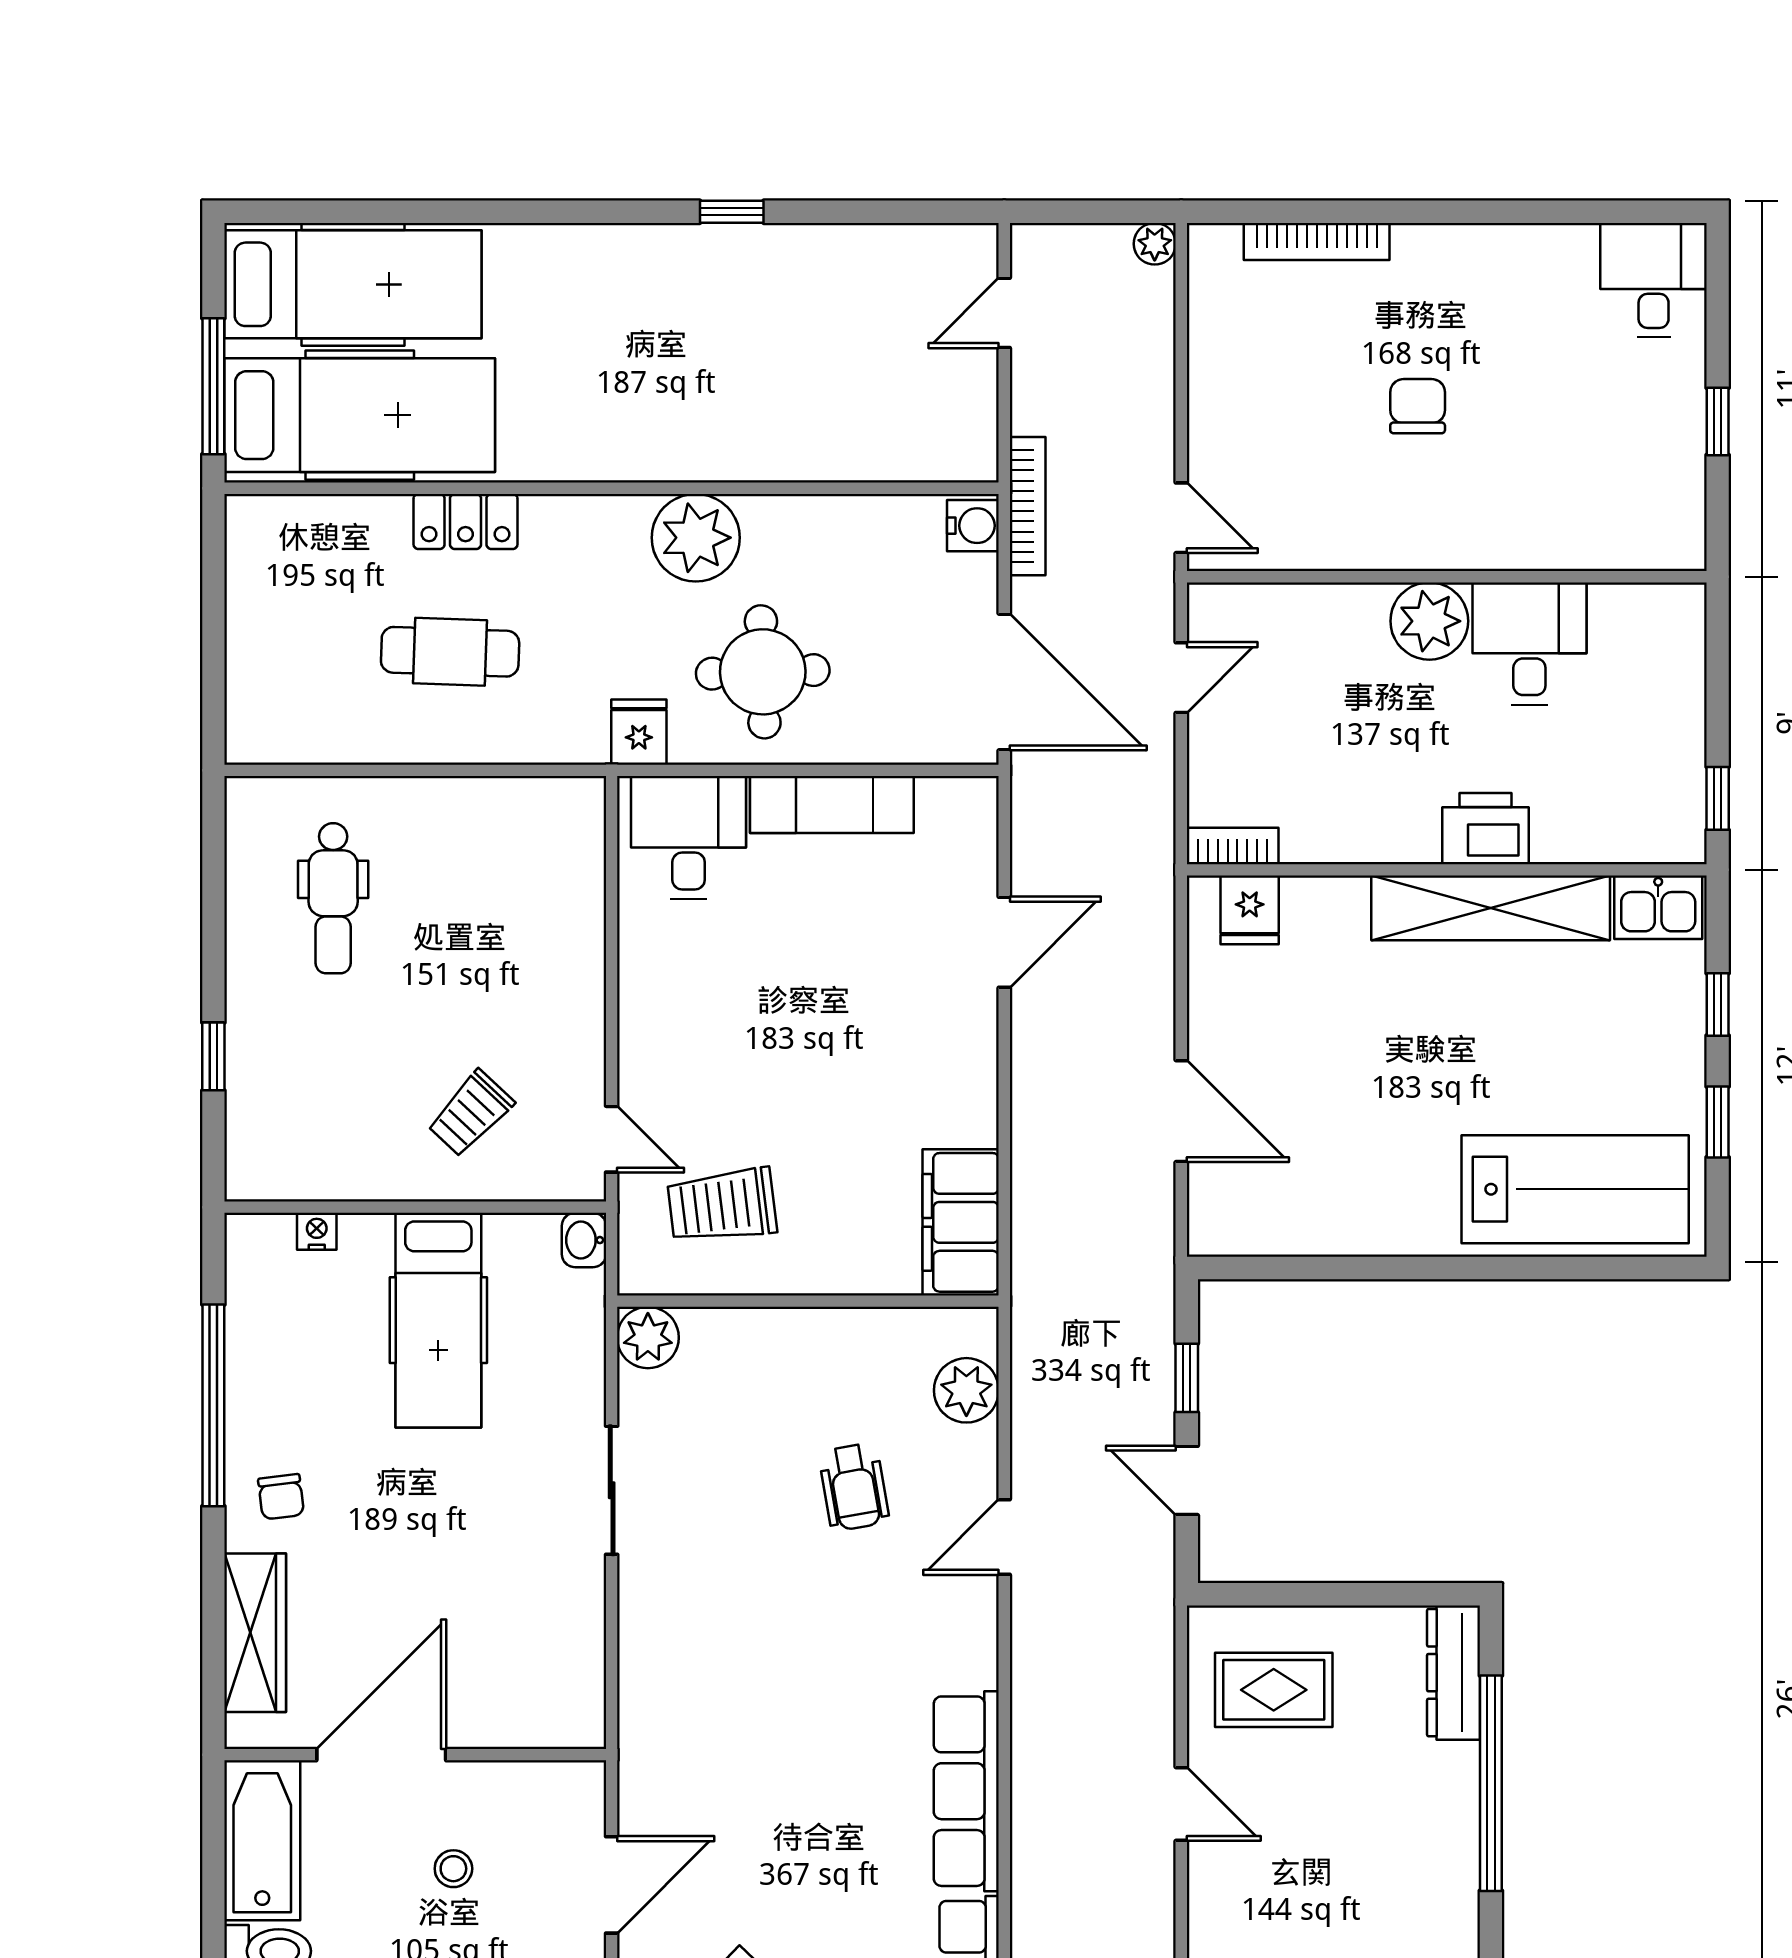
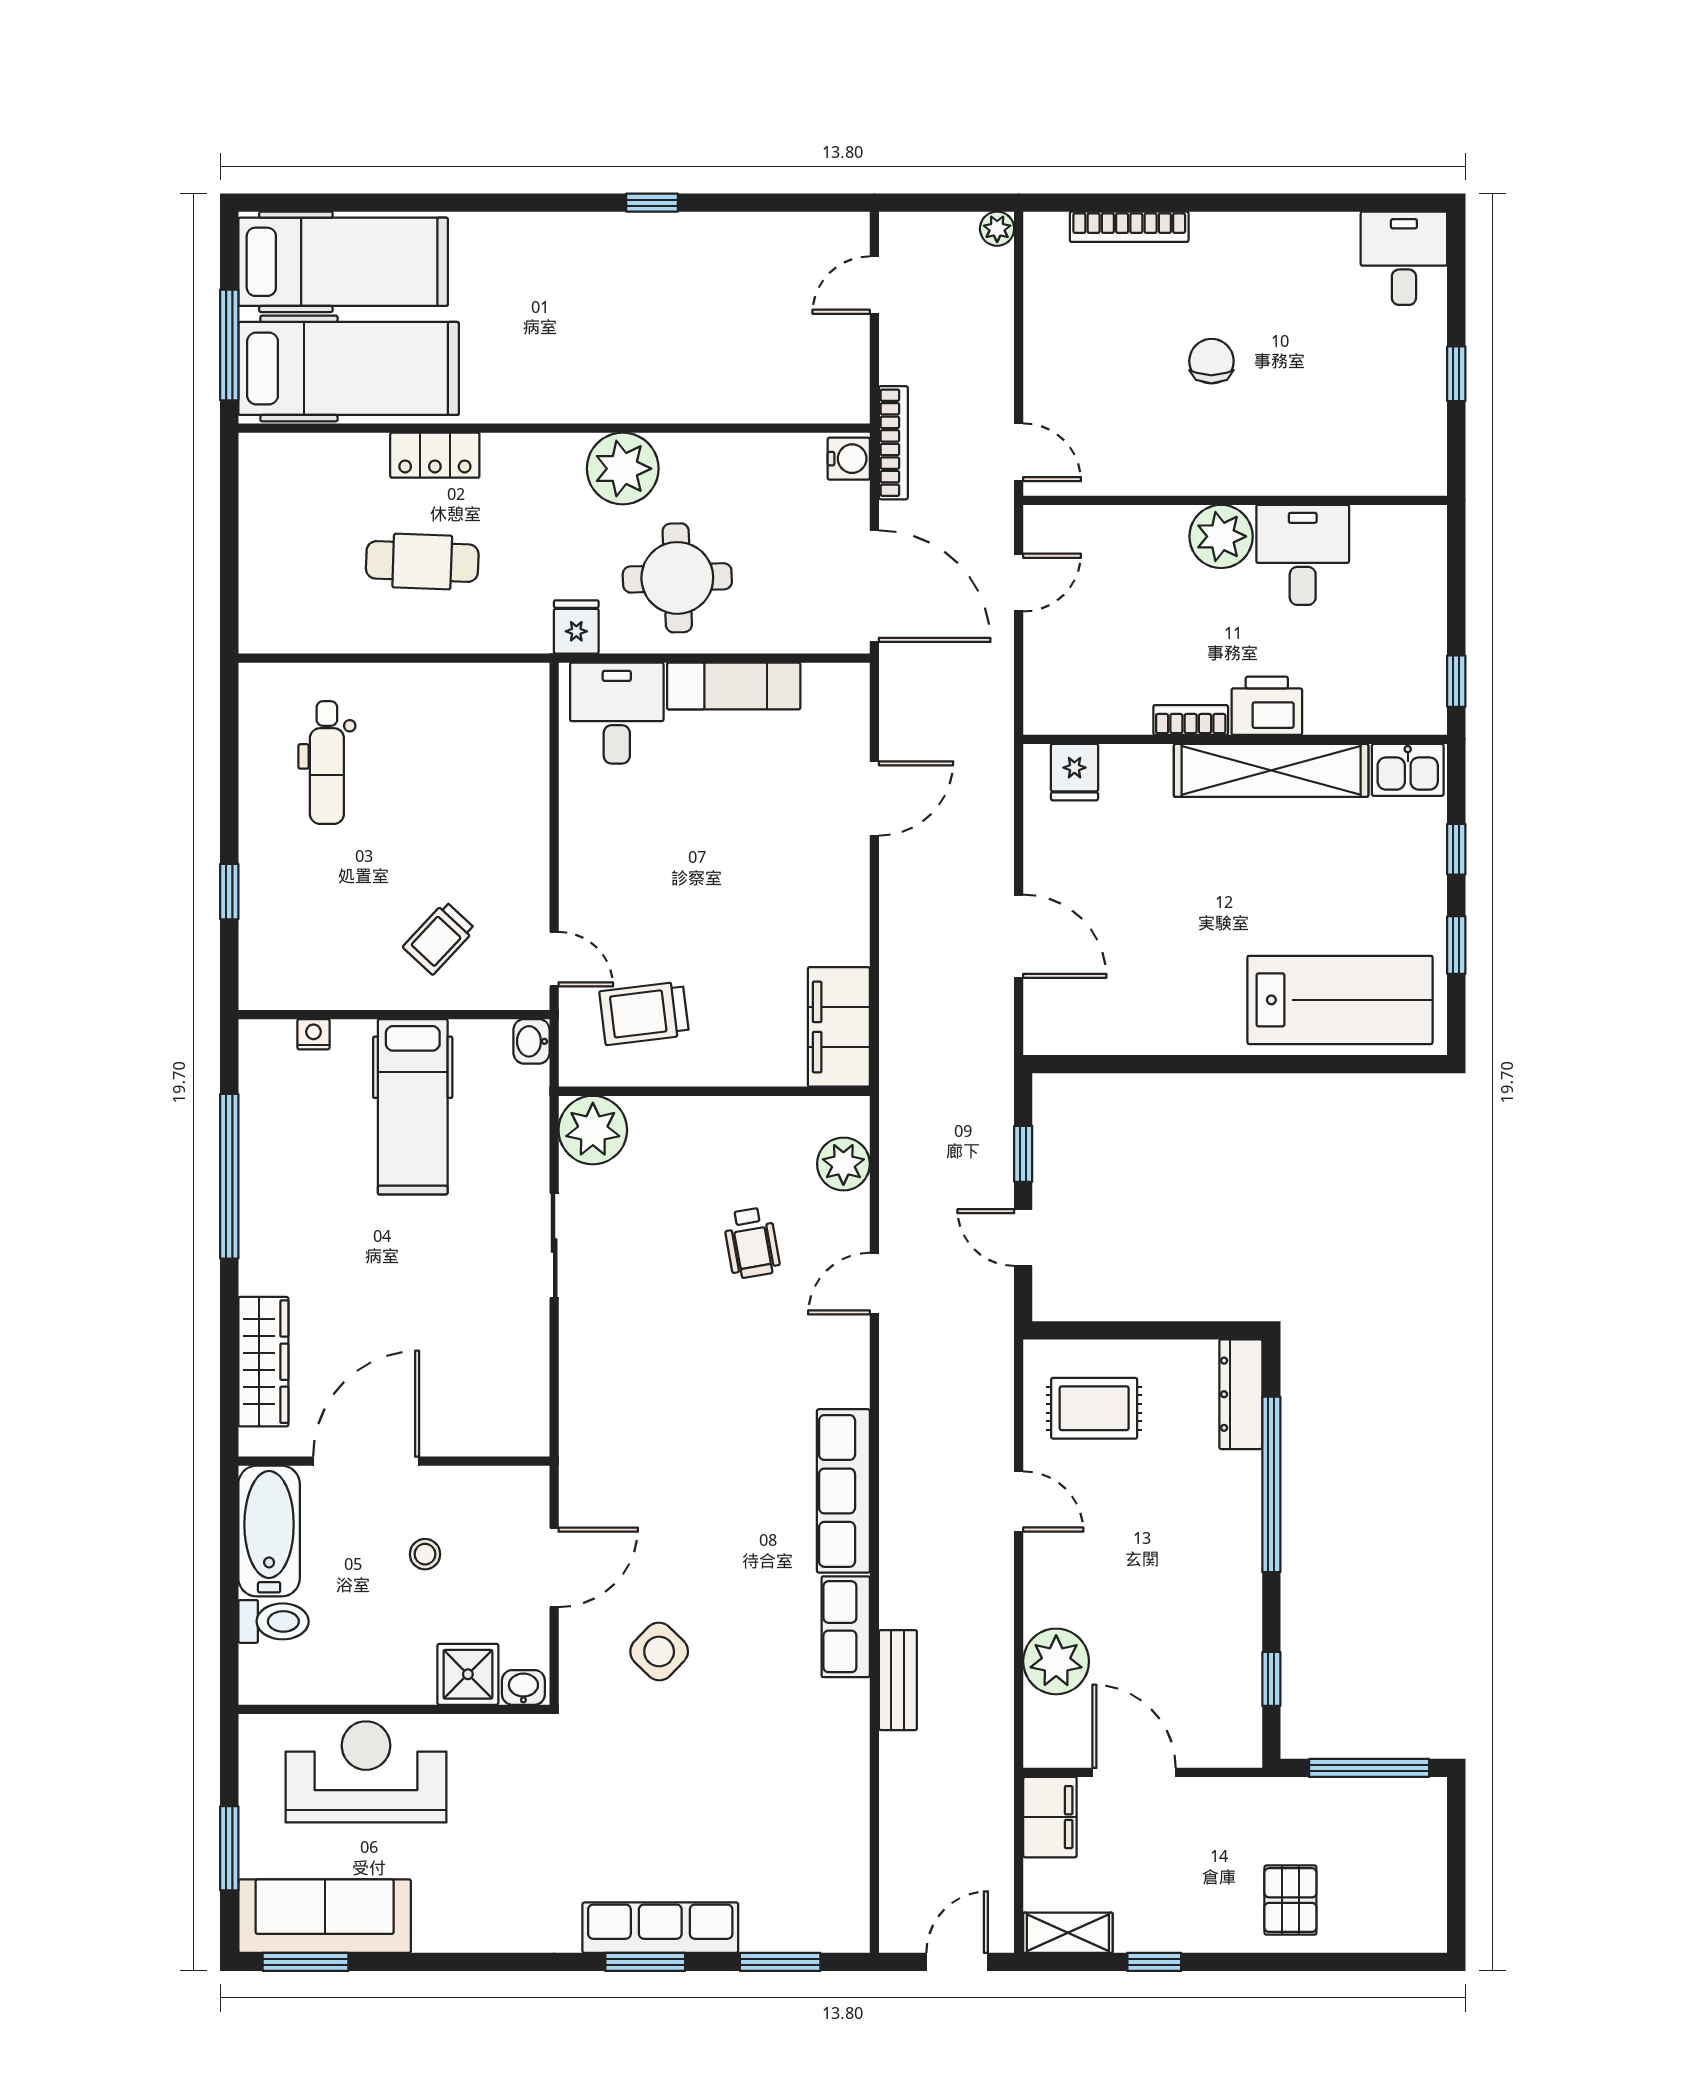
bookcase: (1233, 846) -> (1191, 720), moved
plant: (648, 1338) -> (593, 1130), width x1.36, depth x1.36
chair: (281, 1497) -> (284, 1251), removed

